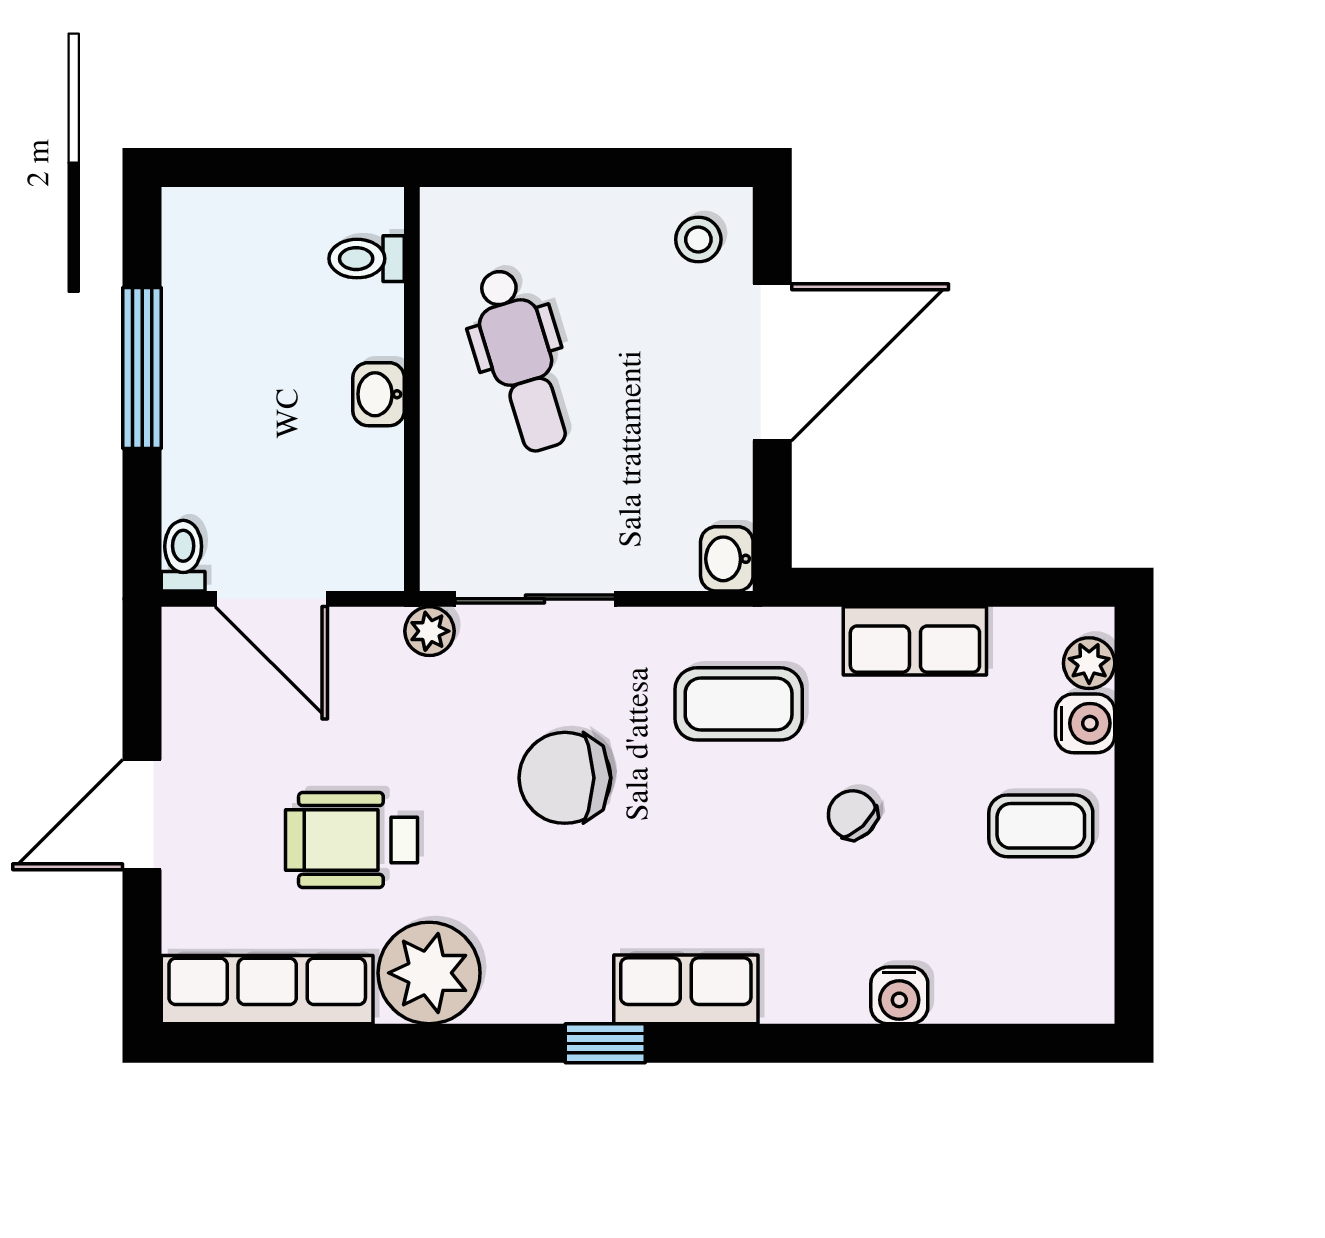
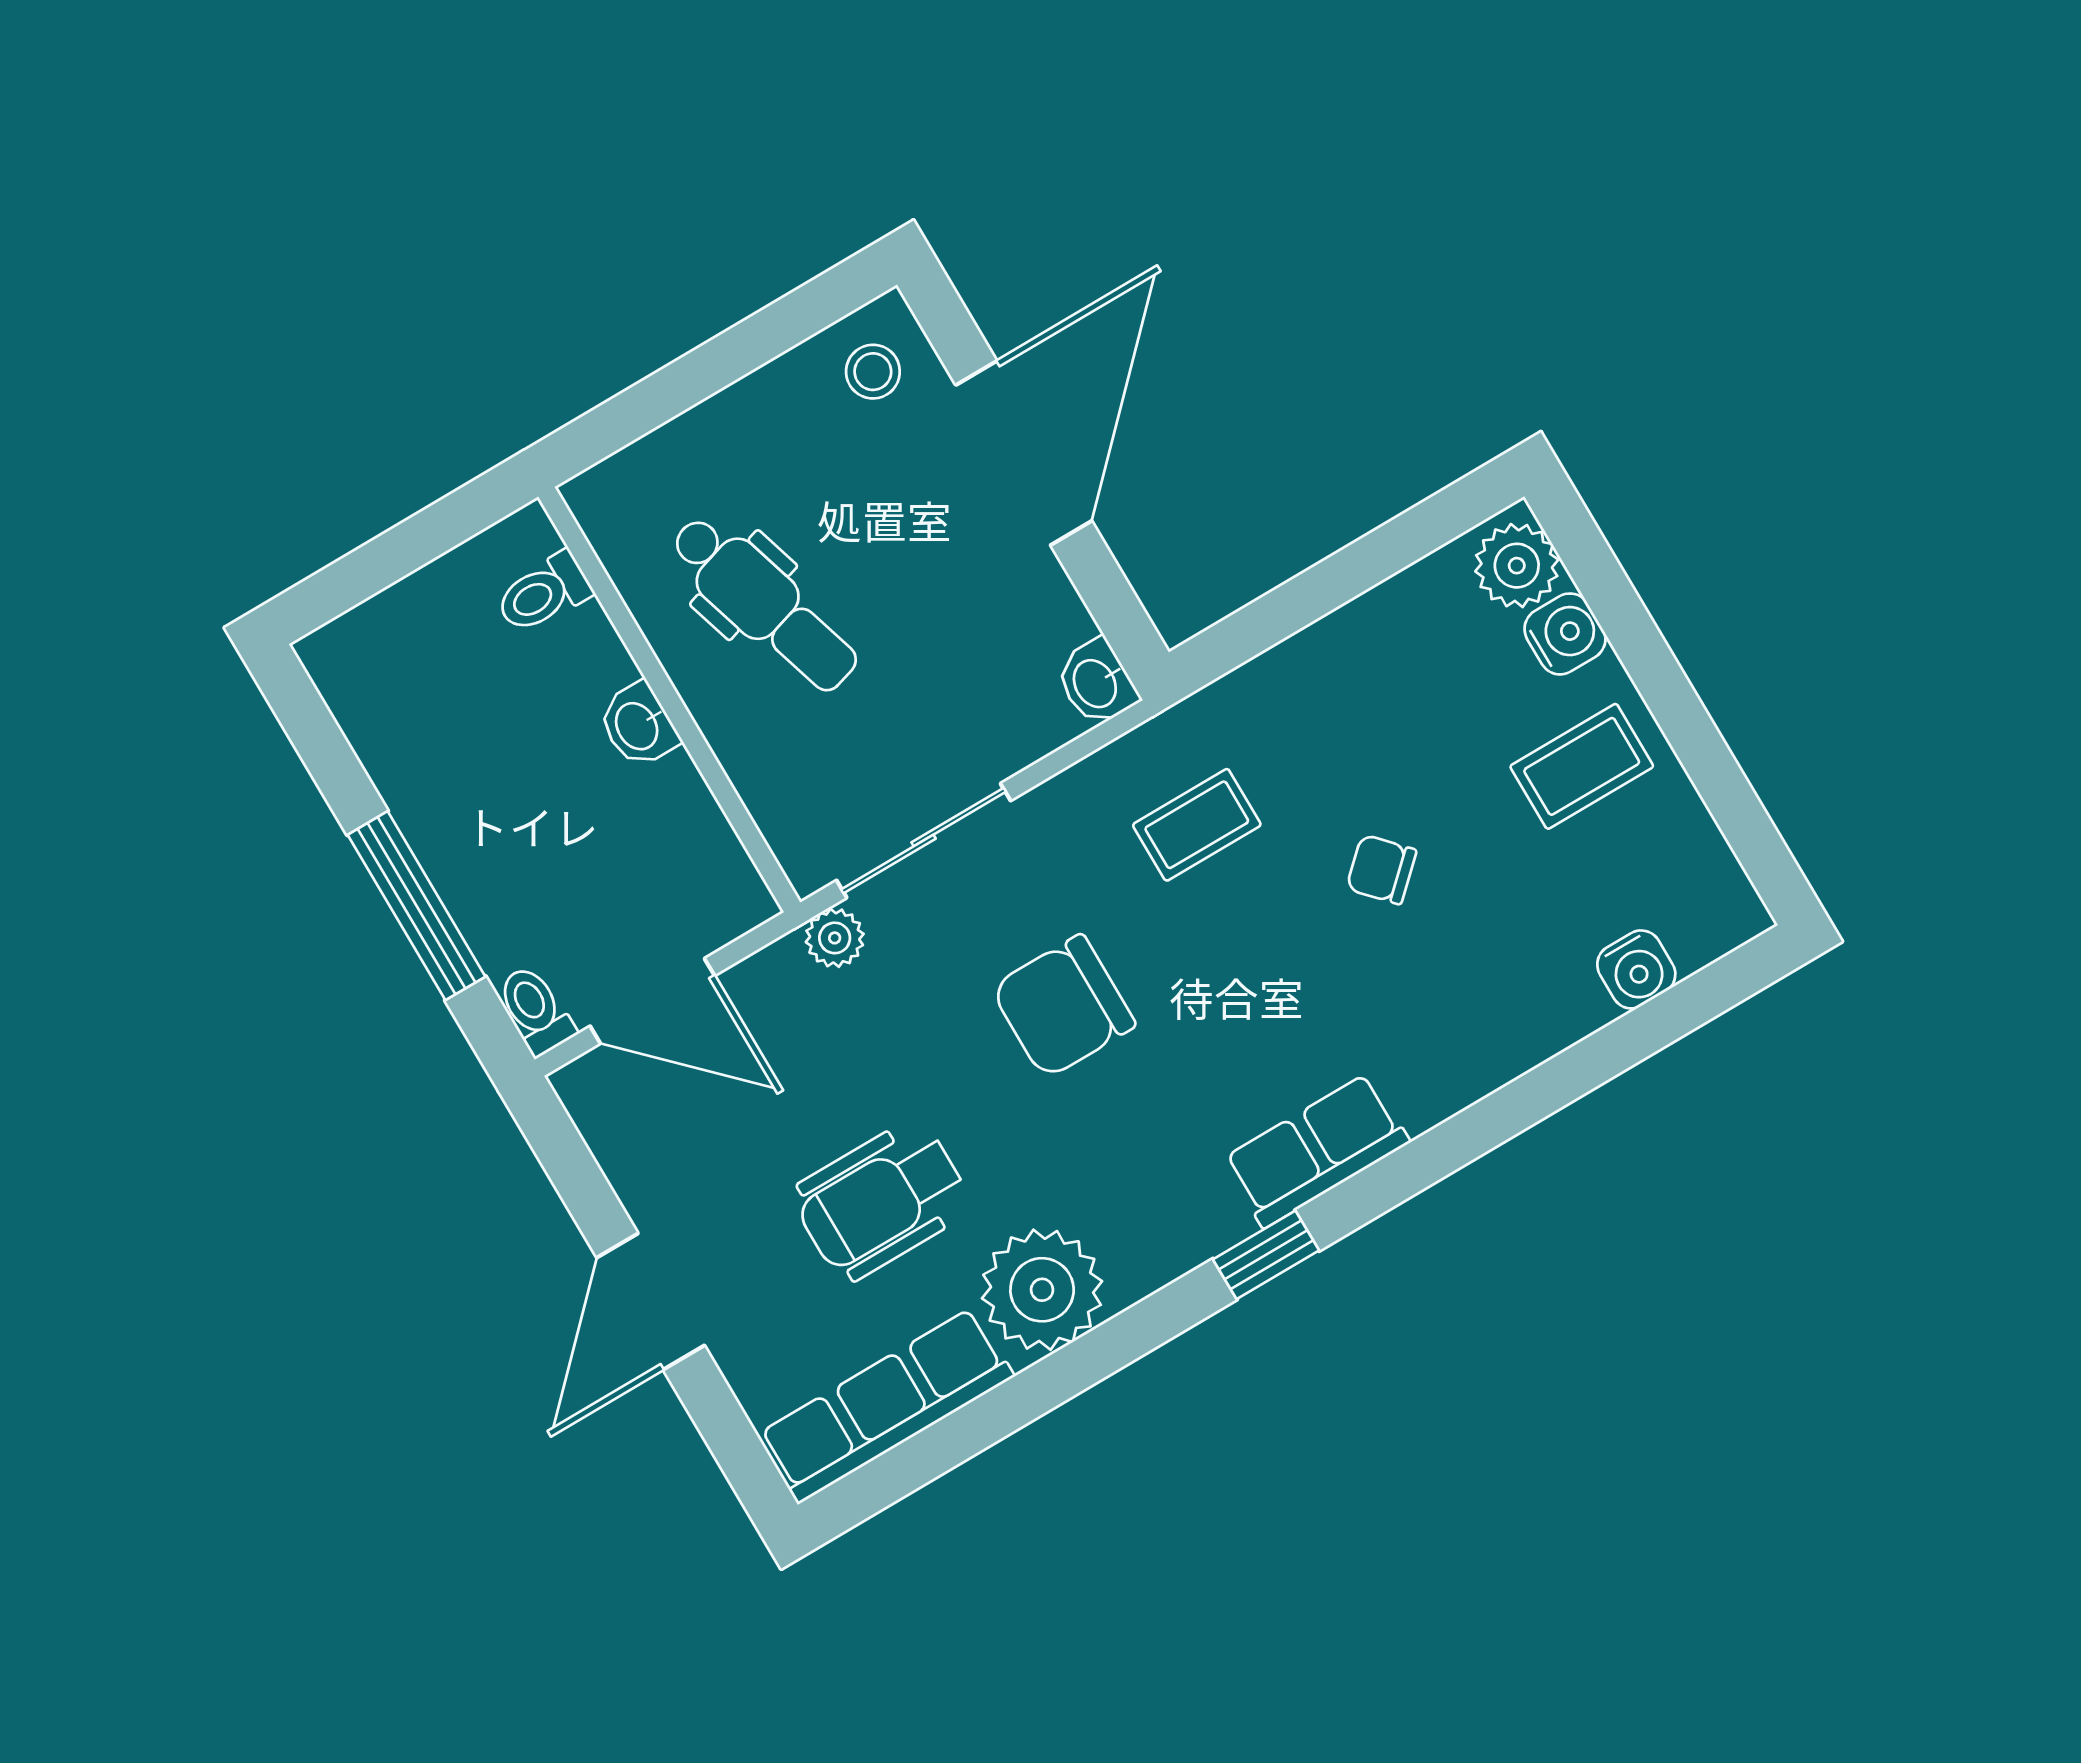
window: (142, 368) -> (416, 906), moved
row of seats: (915, 641) -> (1340, 653), removed
plant: (1089, 663) -> (1517, 566), width x1.38, depth x1.38
coffee table: (739, 704) -> (1197, 825), width x0.73, depth x0.77
water cooler: (899, 995) -> (1636, 969), moved

